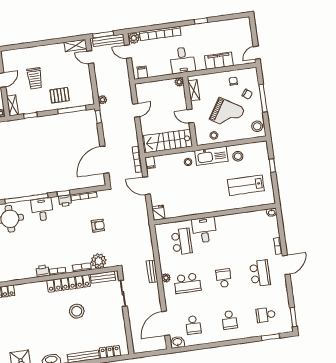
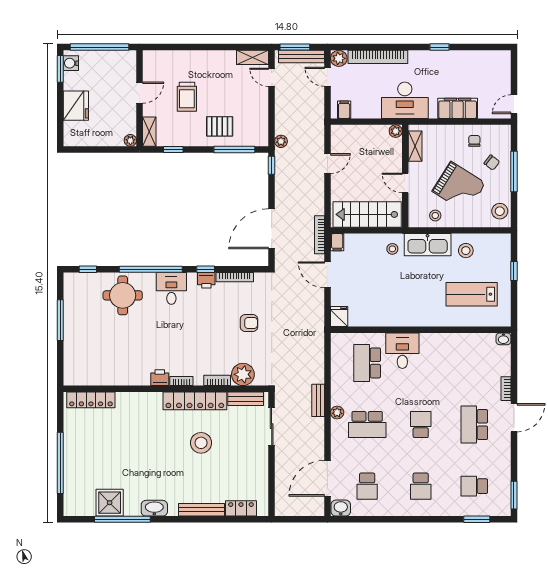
desk: (182, 60) -> (405, 100), width x1.37
school desk: (182, 242) -> (367, 363), turned 180
school desk: (260, 273) -> (474, 425), turned 180

